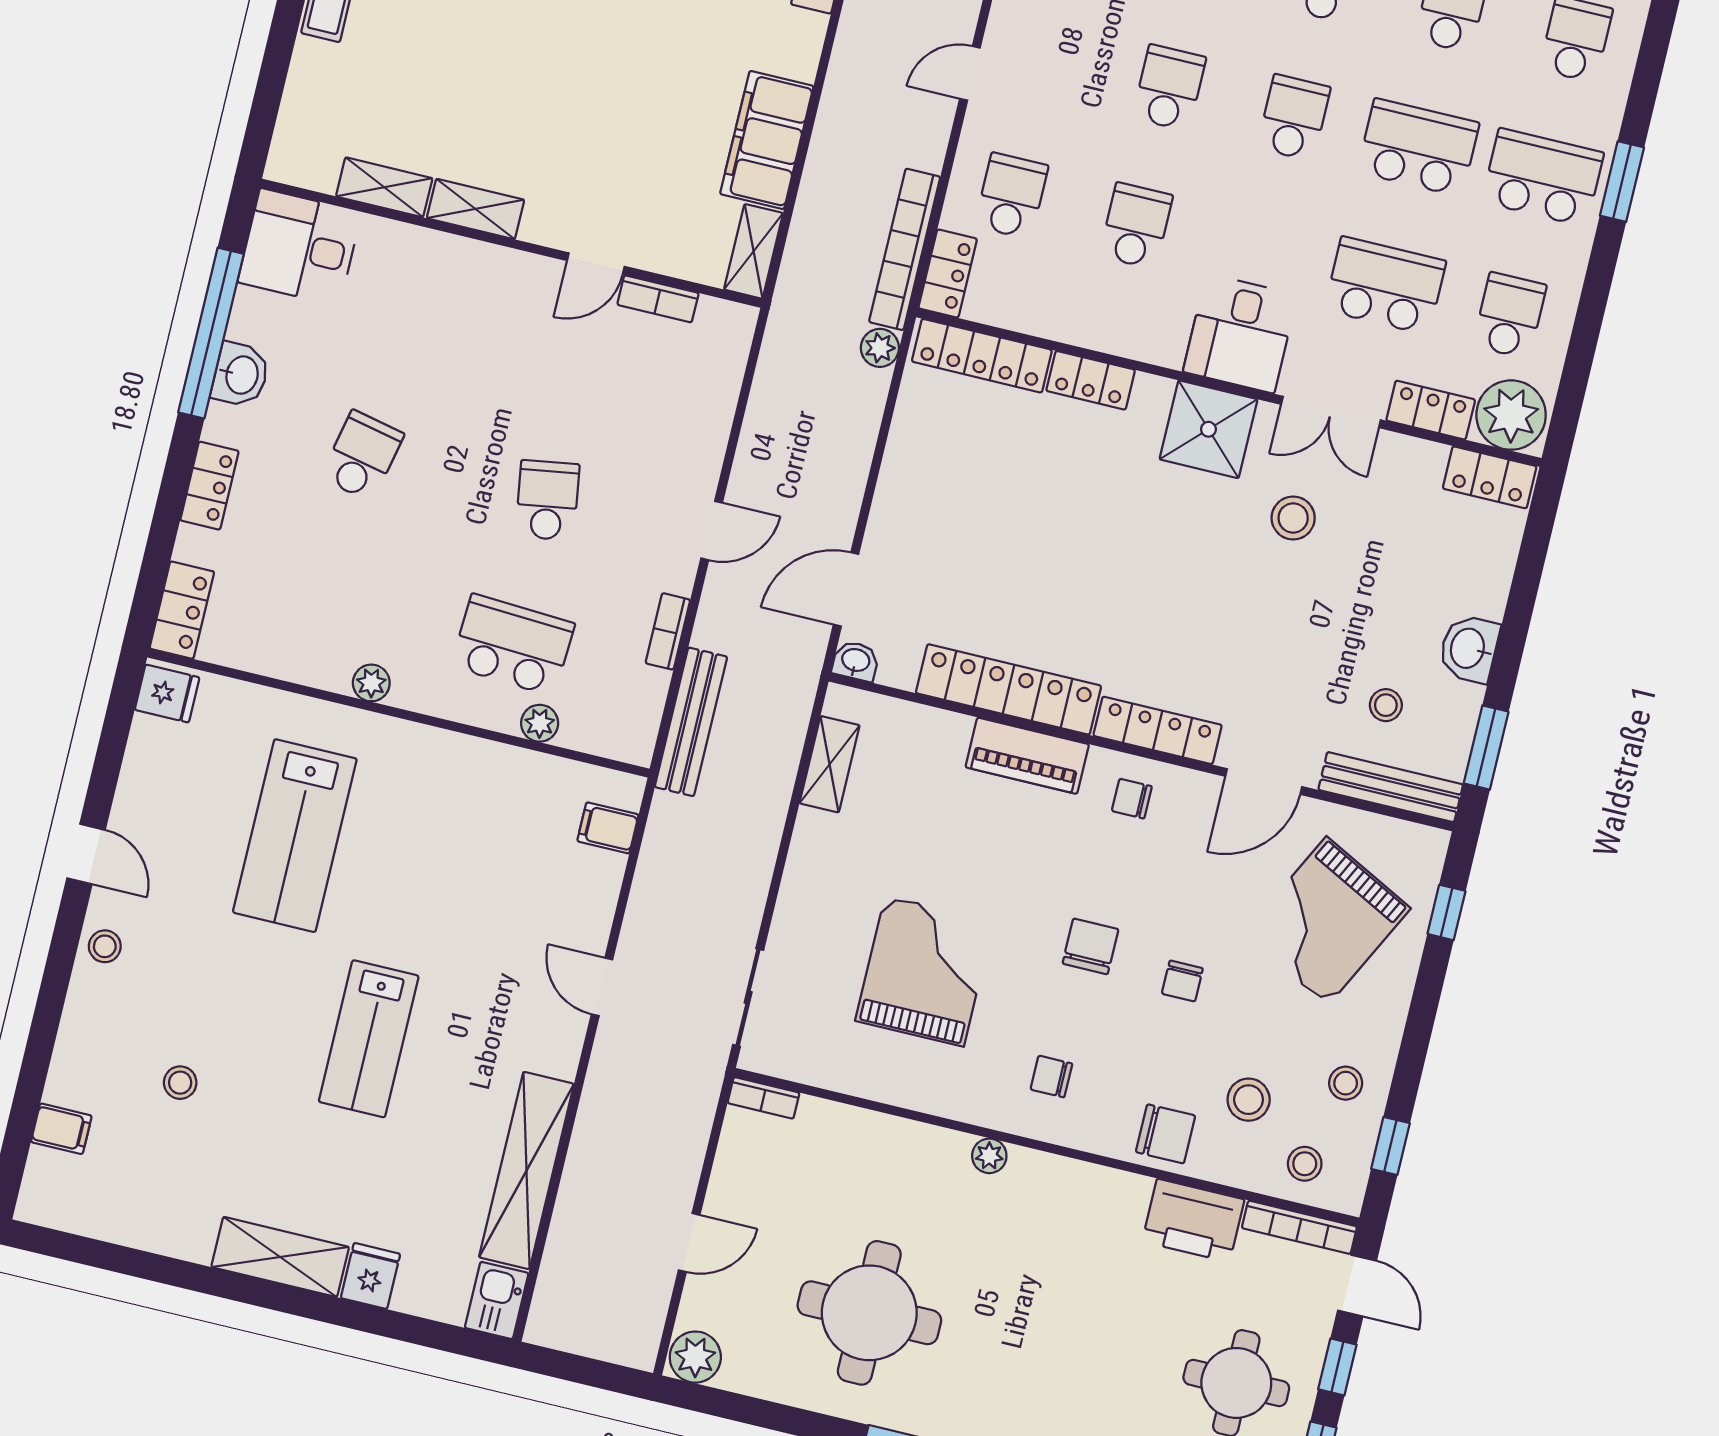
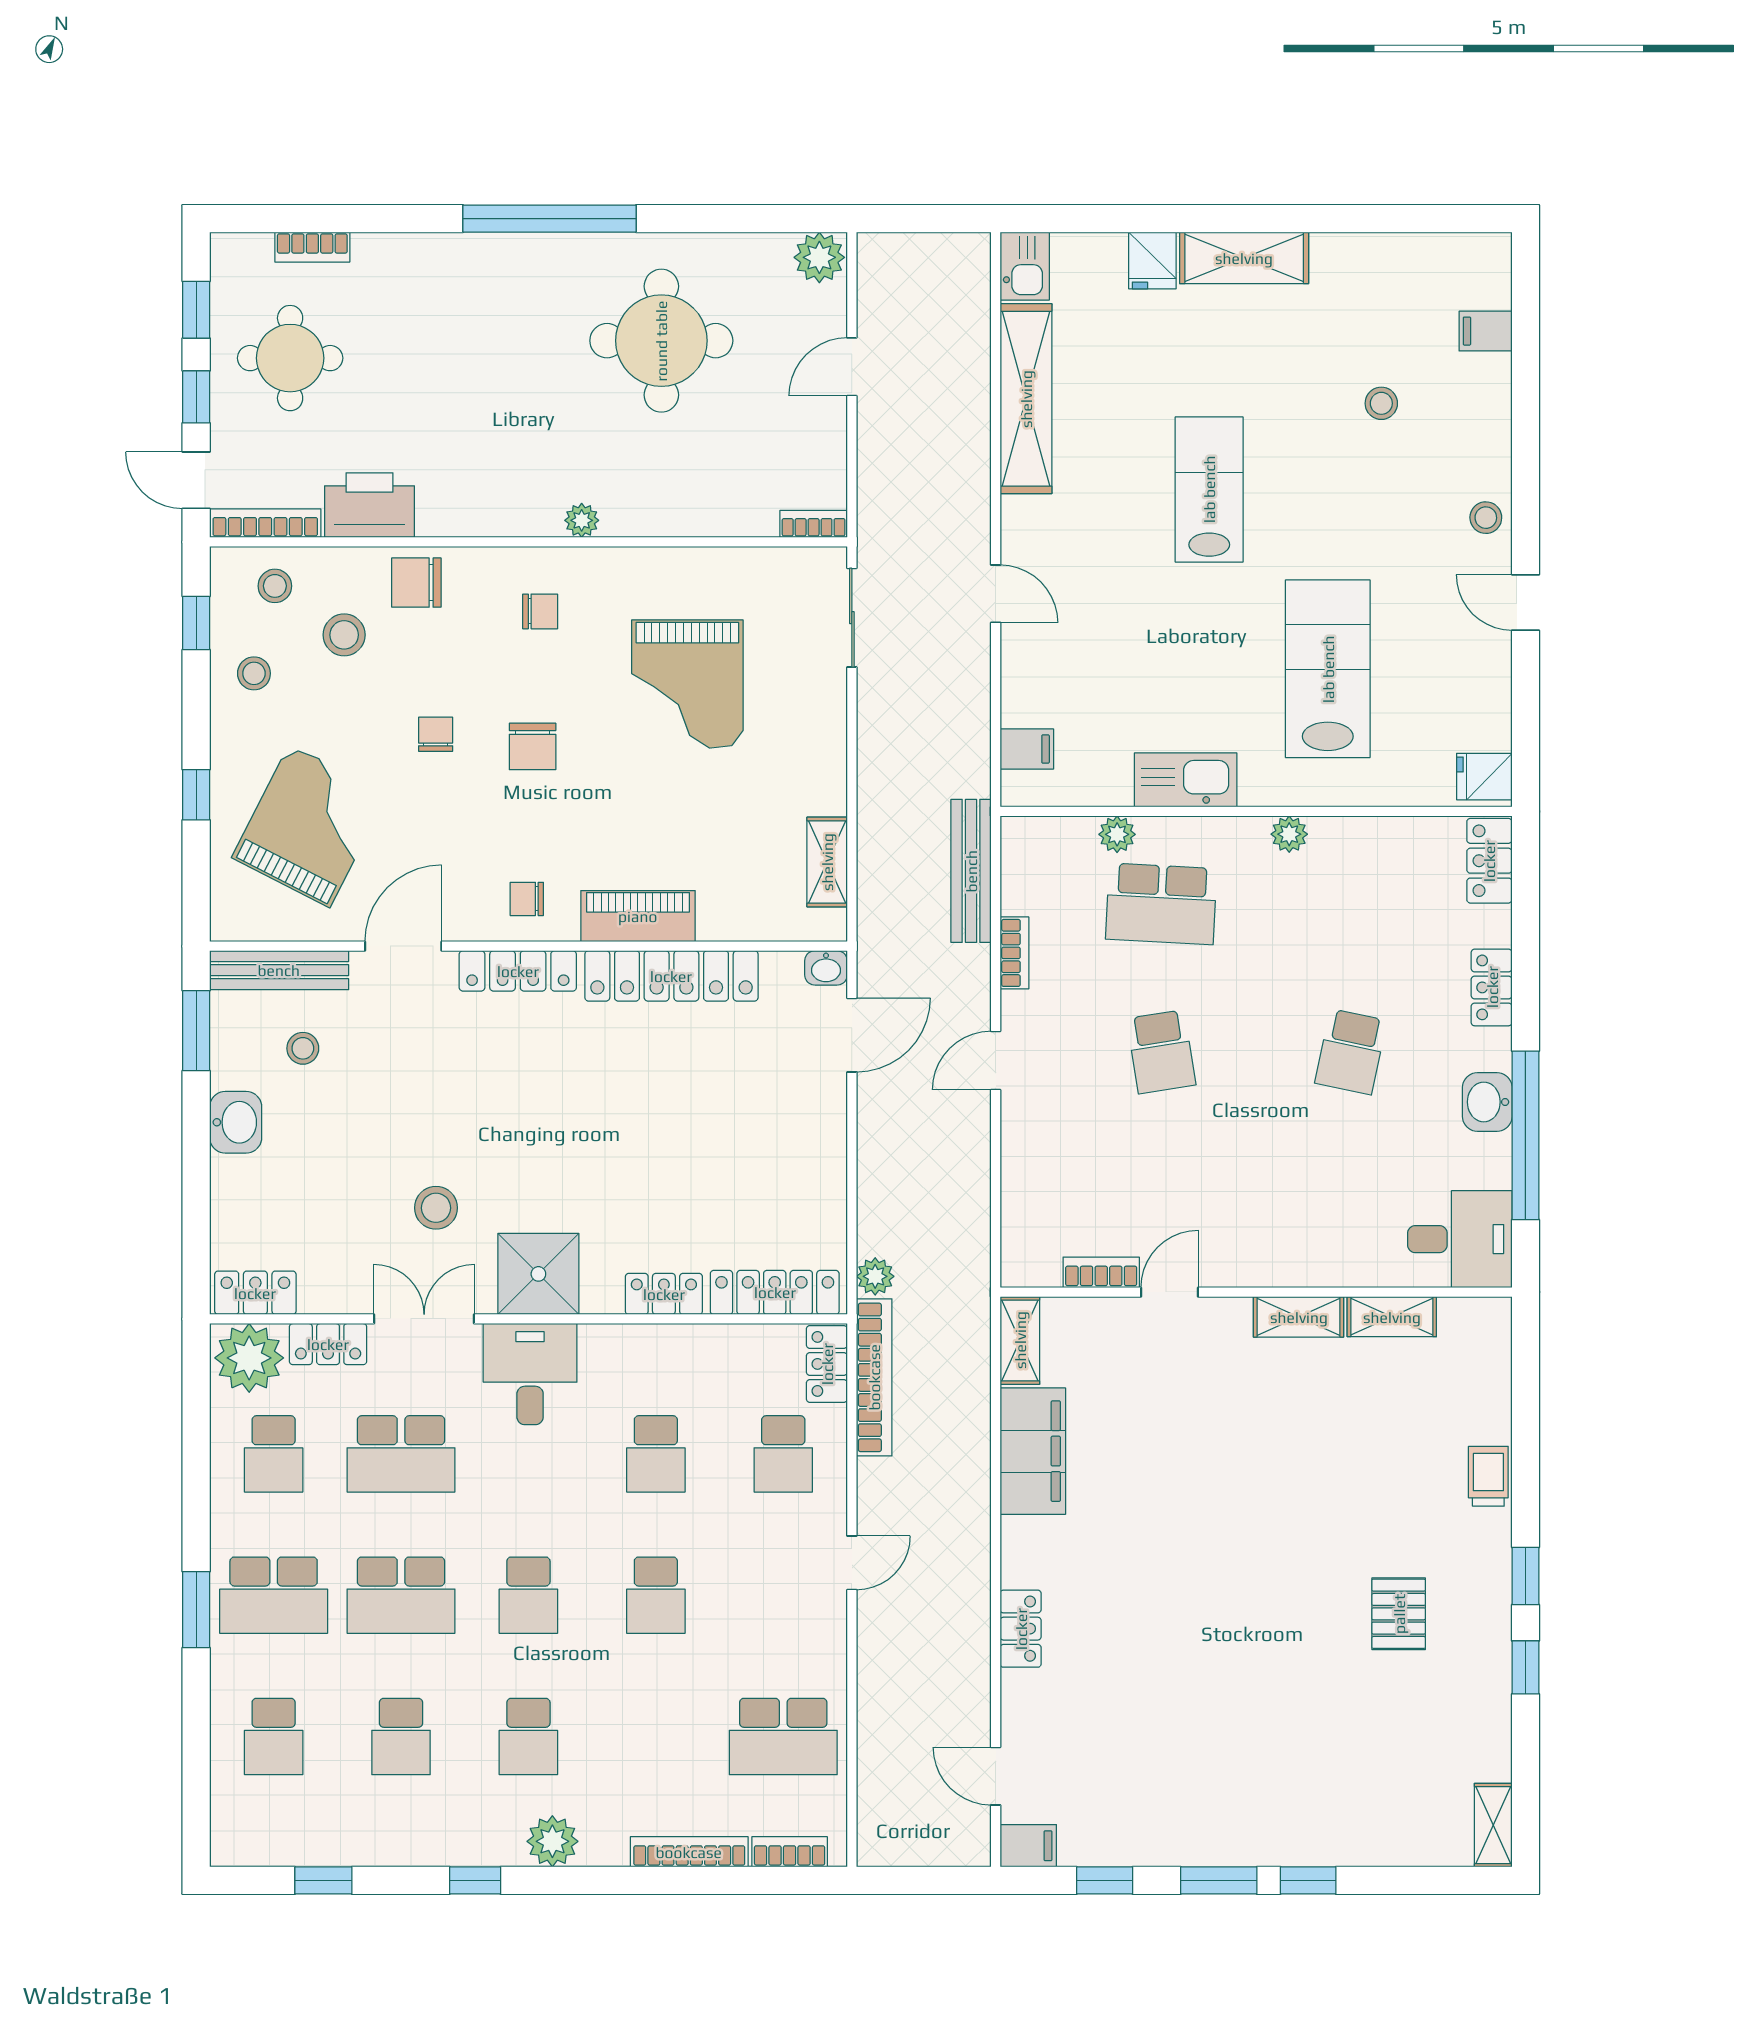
kitchen sink: (460, 760) -> (1186, 780), added
chair: (1132, 799) -> (527, 899), turned 180
window: (1446, 912) -> (196, 795), moved

